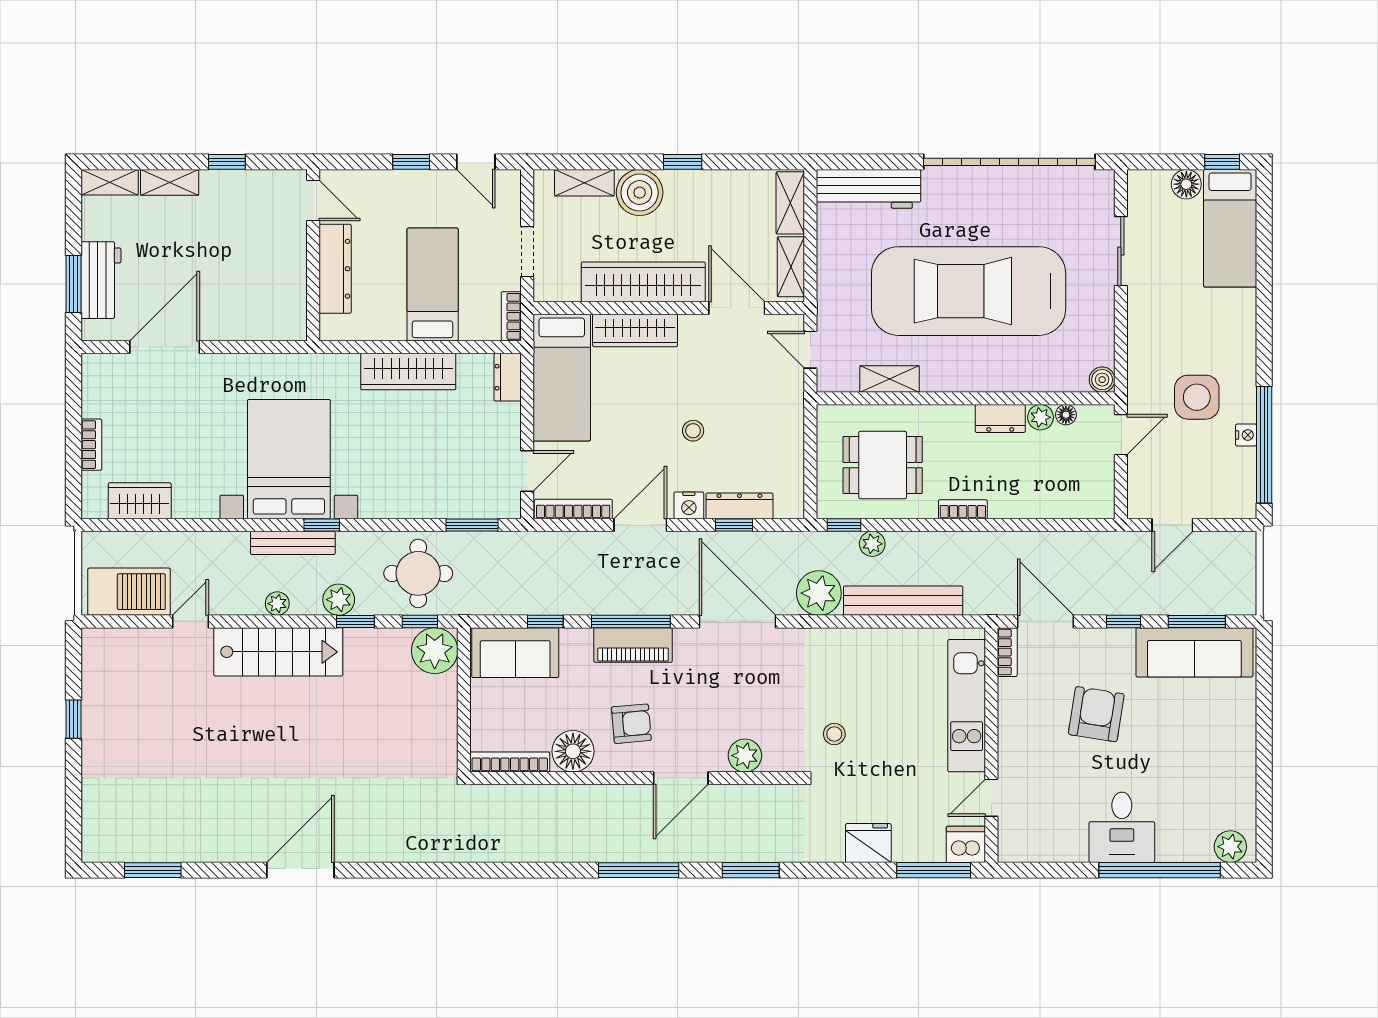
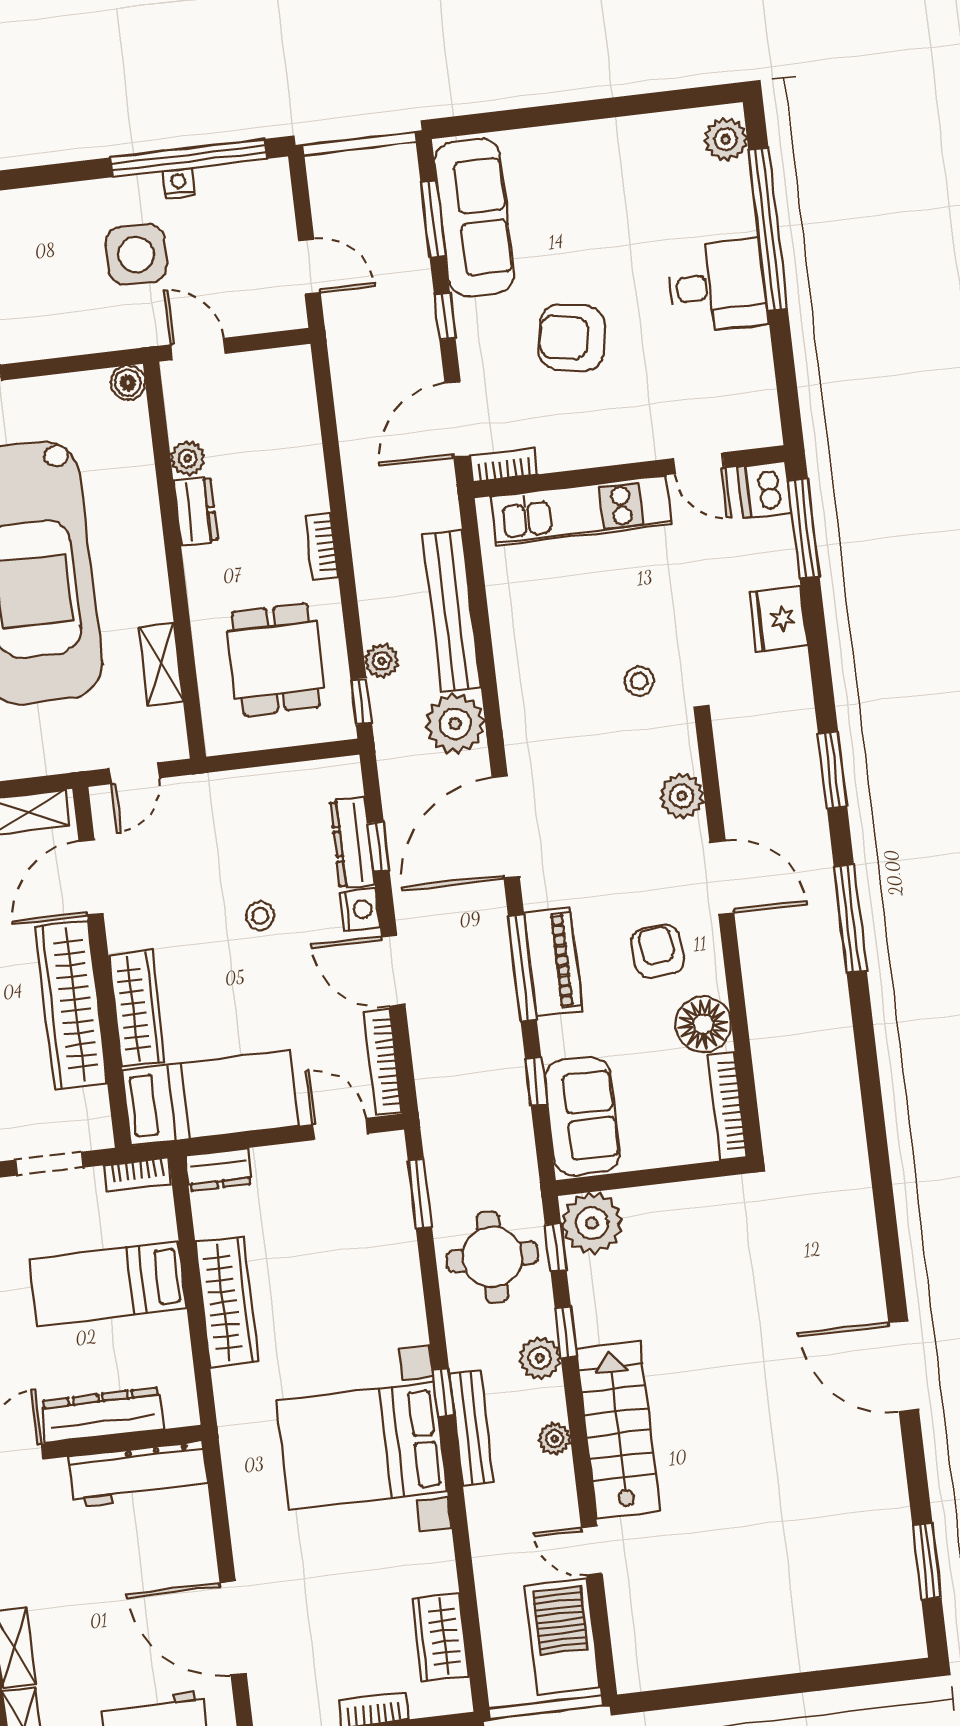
workbench: (288, 290) -> (138, 1474), added
floor lamp: (1066, 415) -> (180, 425), removed
window: (74, 719) -> (740, 1690), removed

